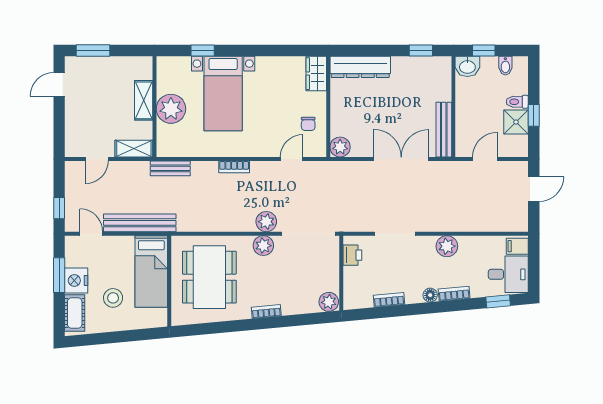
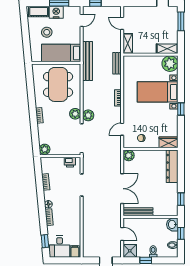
window: (203, 51) -> (181, 109), moved
shelving: (144, 100) -> (167, 49), moved
plant: (171, 109) -> (170, 64), moved
shower: (516, 122) -> (130, 251), moved
door: (292, 159) -> (122, 129), swing flipped
bench: (140, 223) -> (88, 61), moved
plant: (447, 246) -> (75, 213), removed
dining table: (209, 277) -> (58, 84), turned 90

